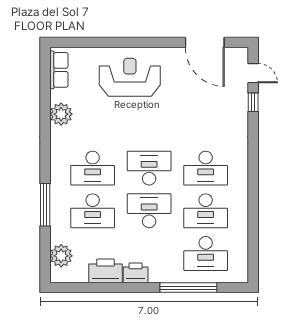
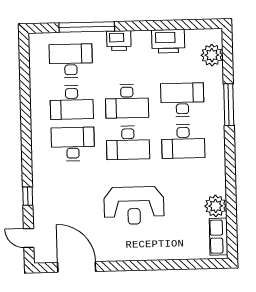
reception desk: (130, 77) -> (134, 205), moved
window: (253, 102) -> (28, 196), moved
plant: (61, 114) -> (216, 206), moved
desk: (93, 168) -> (183, 141), turned 180
desk: (206, 211) -> (72, 102), turned 180
printer: (136, 273) -> (119, 41), moved

